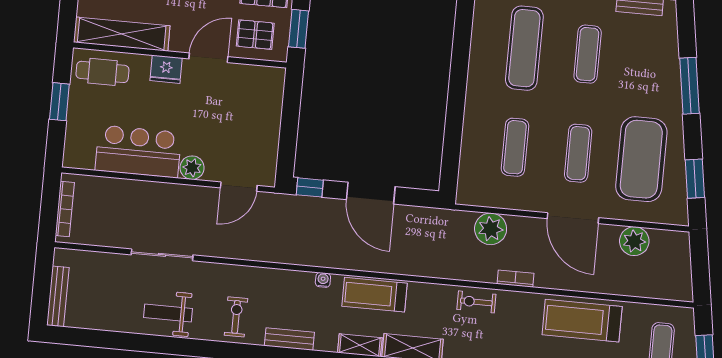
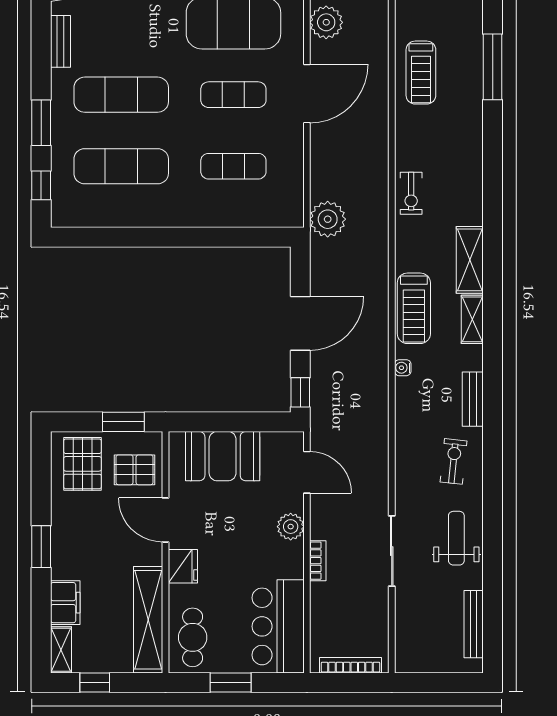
pallet: (255, 35) -> (135, 470), turned 90
exercise mat: (588, 54) -> (121, 95), width x1.36, depth x1.45
booth: (260, 113) -> (223, 456), added
bar counter: (138, 151) -> (278, 626), moved
plant: (491, 229) -> (328, 219), moved
bookcase: (516, 279) -> (318, 561), moved, turned 180
bench: (58, 296) -> (474, 624), moved, turned 90
weight bench: (168, 313) -> (456, 538), turned 180
exercise bike: (236, 317) -> (453, 461), turned 96
treadmill: (582, 321) -> (421, 73), width x0.73, depth x0.73

